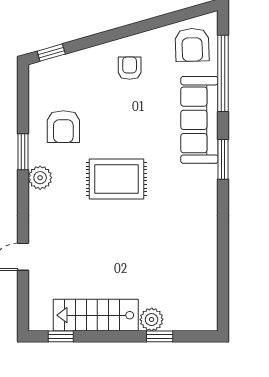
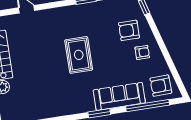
armchair: (63, 127) -> (129, 30), moved
plant: (40, 178) -> (73, 12), removed

